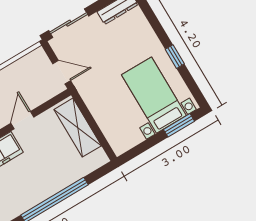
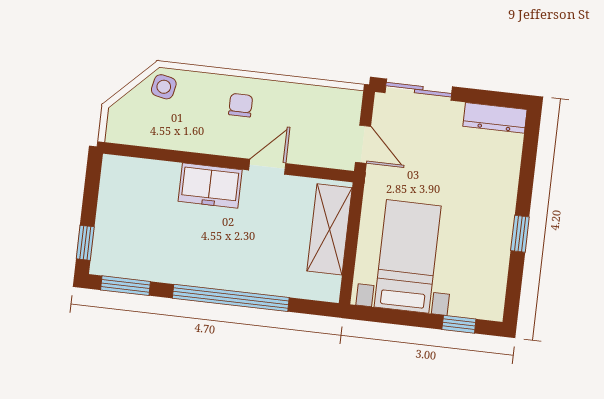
bed with nightstands: (154, 95) -> (408, 256), moved
window: (179, 125) -> (459, 324), width x0.67

